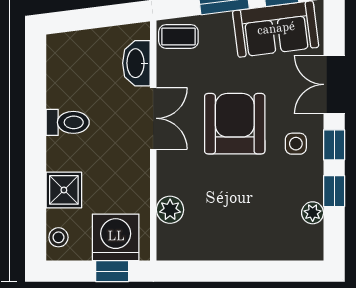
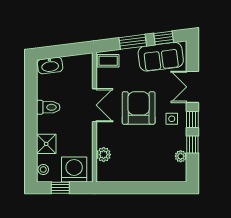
washbasin: (136, 63) -> (50, 66), moved, turned -97
window: (112, 271) -> (60, 188), moved

